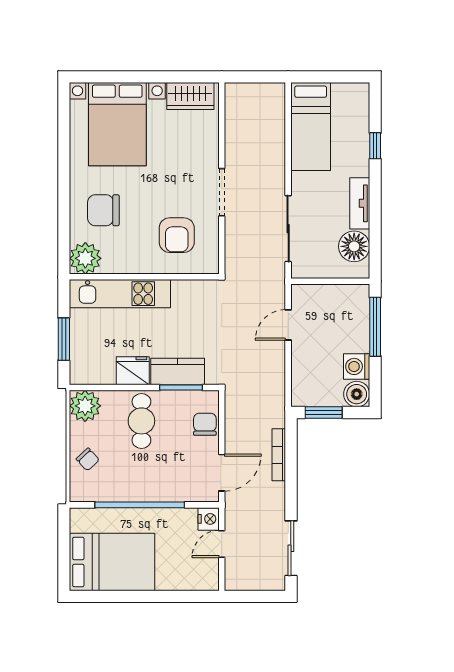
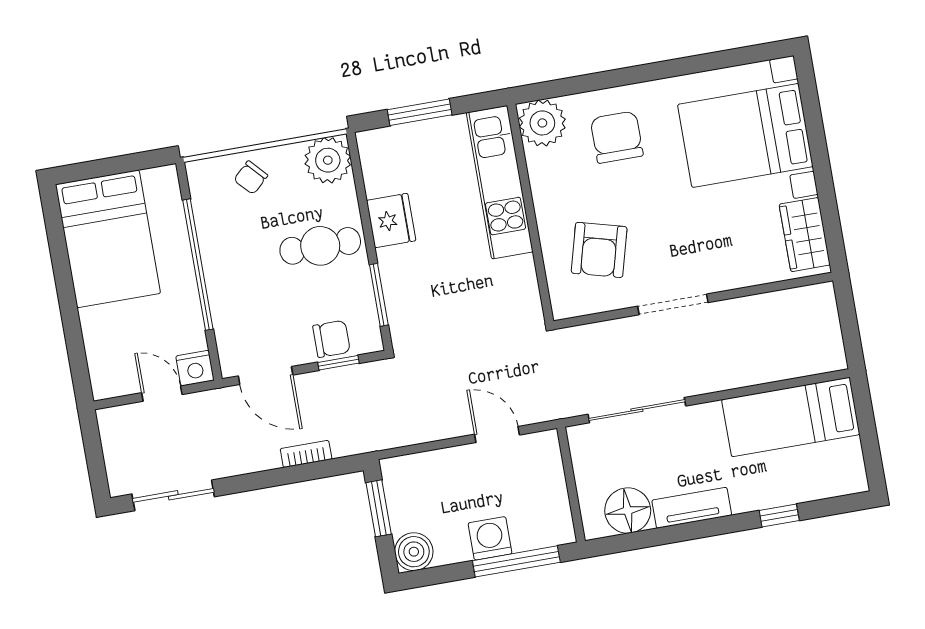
armchair: (177, 235) -> (599, 250), turned -75
washing machine: (357, 366) -> (490, 538), moved
kitchen counter: (178, 371) -> (401, 286), removed
window: (222, 422) -> (338, 363), added
bookcase: (279, 455) -> (306, 454), width x0.64

